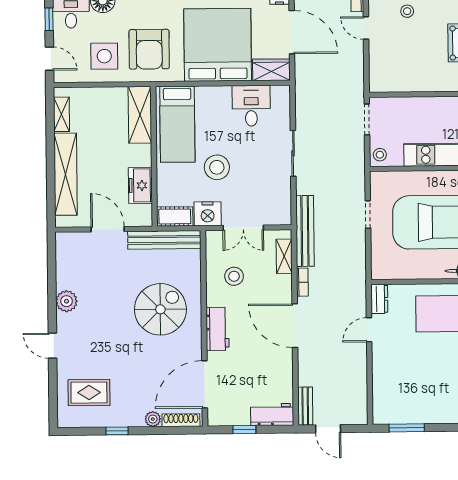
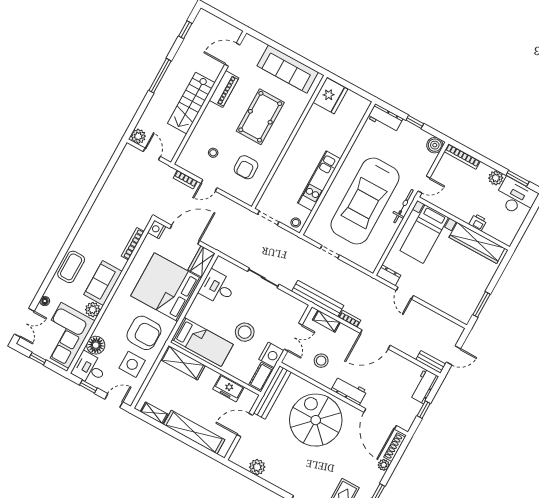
armchair: (412, 59) -> (246, 167), added
plant: (67, 301) -> (257, 467), moved
spiral stairs: (160, 309) -> (316, 420), width x1.37, depth x1.37

